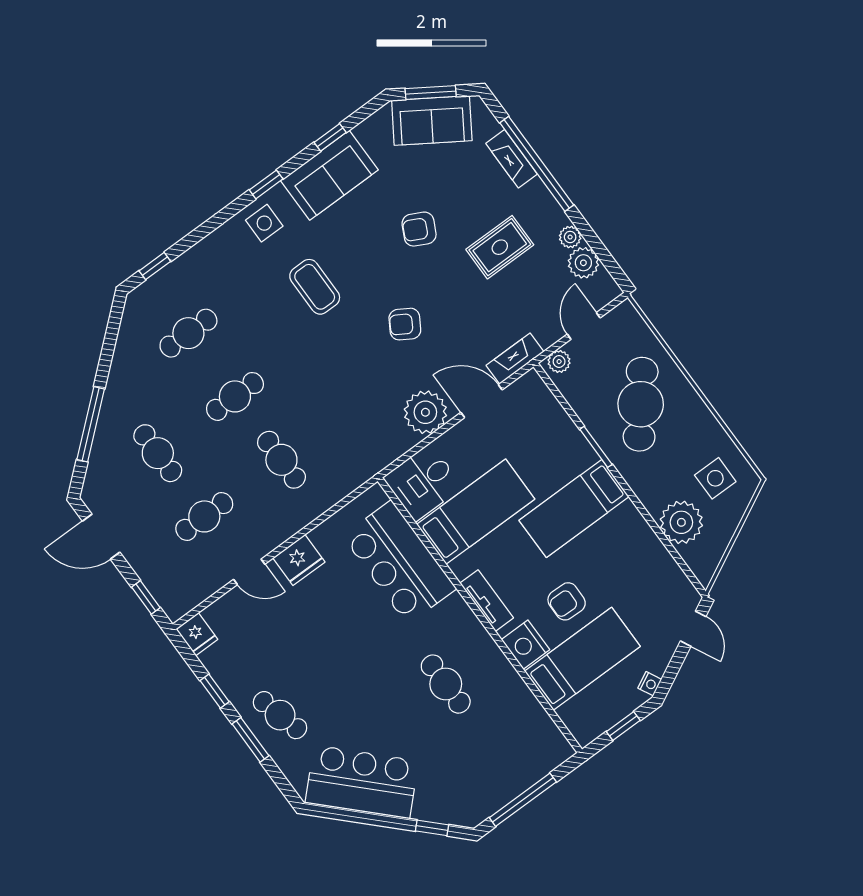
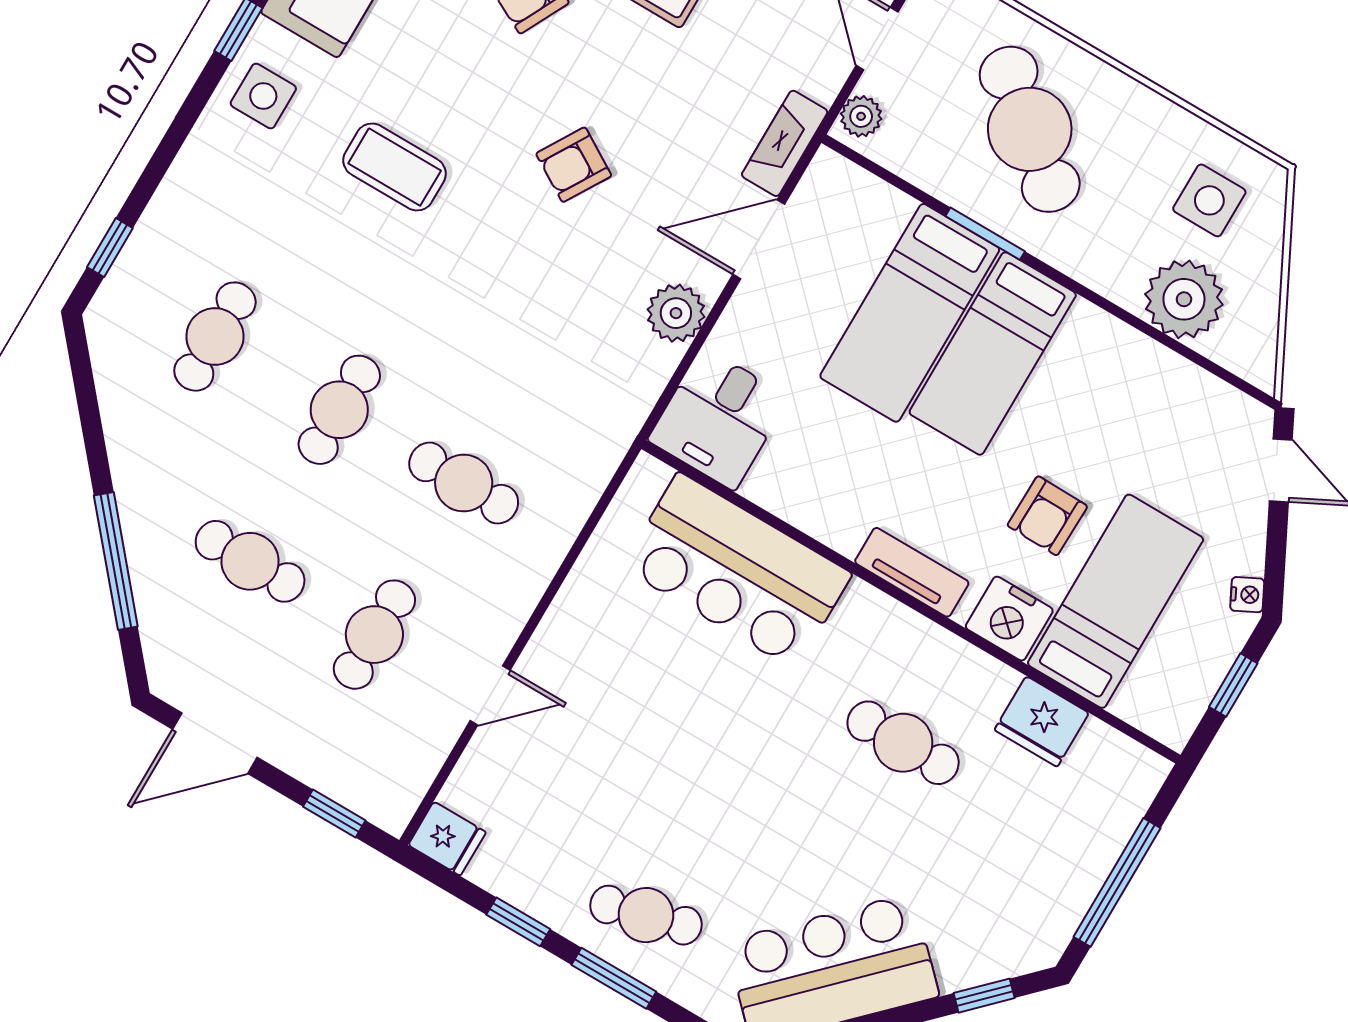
plant: (425, 412) -> (676, 313), width x0.73, depth x0.73
bed: (476, 512) -> (910, 313), moved, turned 180
fridge: (299, 560) -> (1042, 721), moved, turned 90

